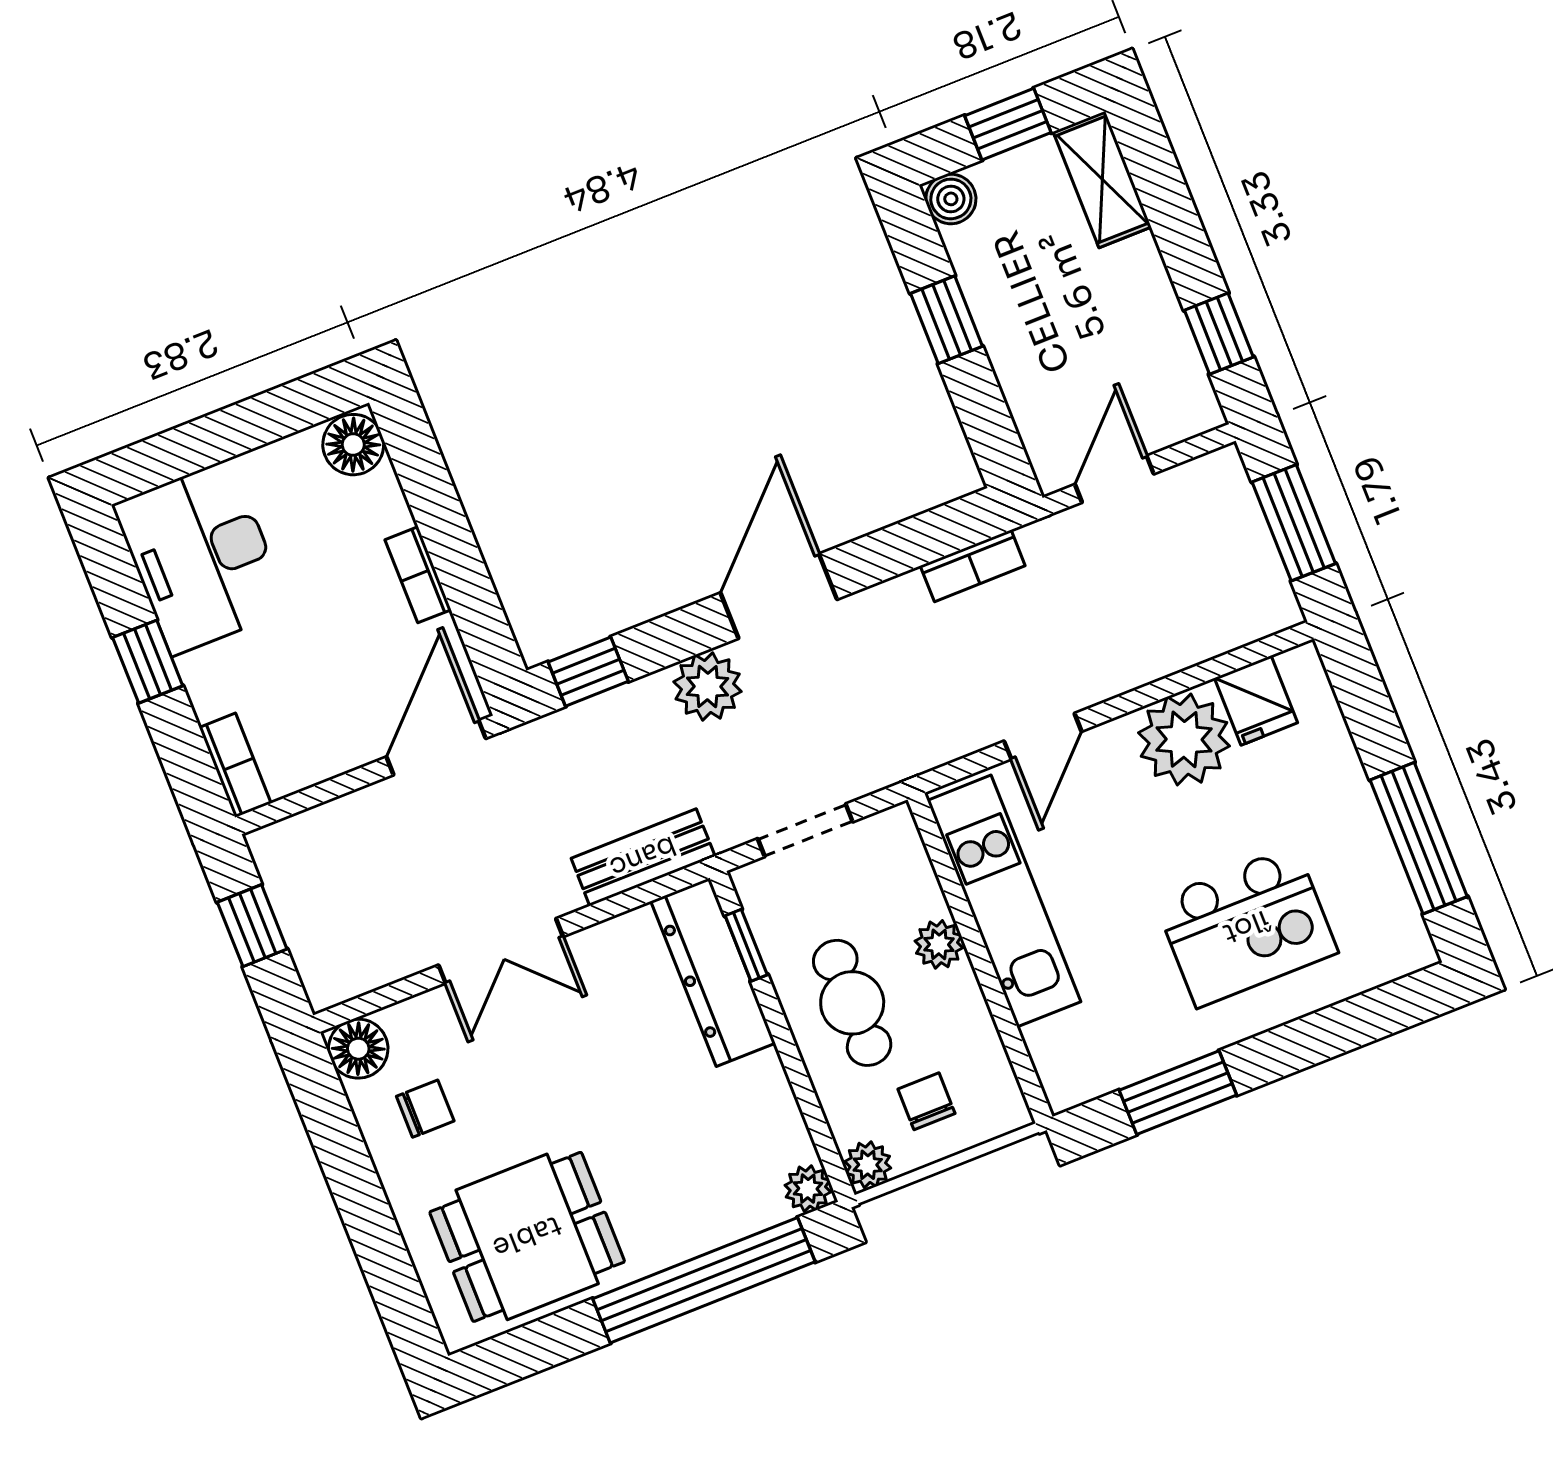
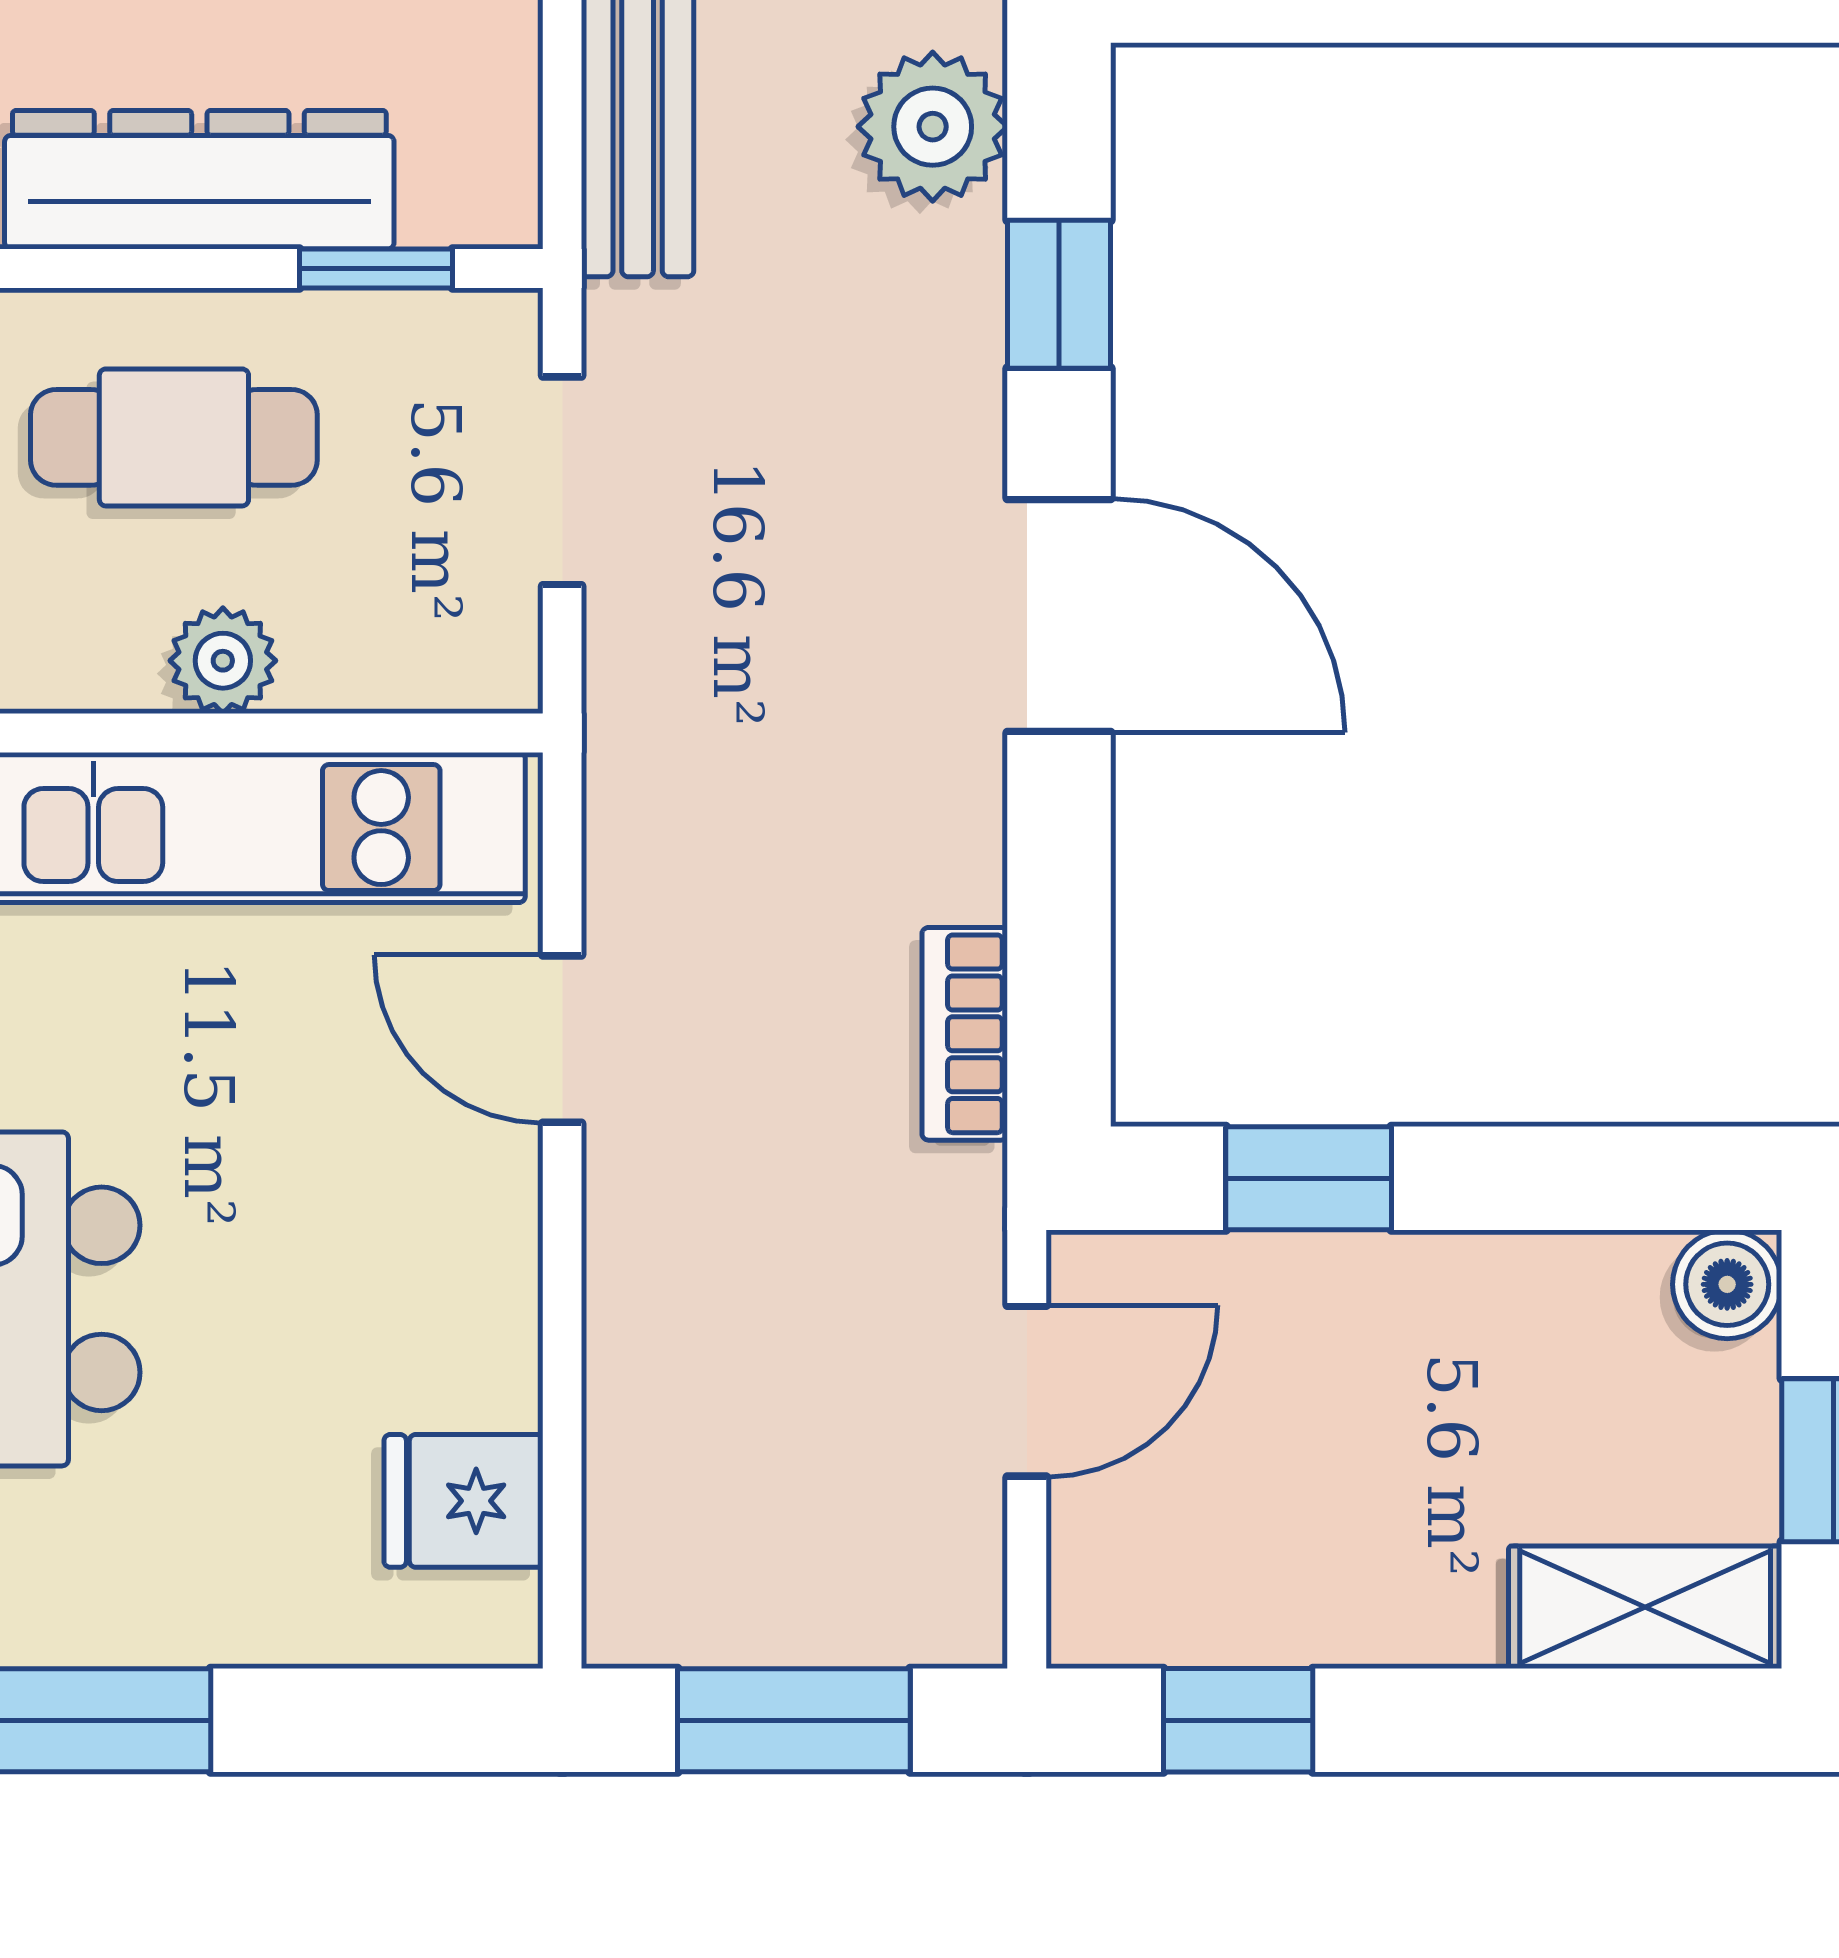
window: (946, 320) -> (1309, 1178), moved
door: (1114, 479) -> (1027, 1391), hinge flipped
window: (588, 672) -> (1059, 294), moved
plant: (708, 687) -> (933, 127), moved
plant: (1184, 739) -> (442, 1323), removed
dresser: (713, 972) -> (199, 180), moved

